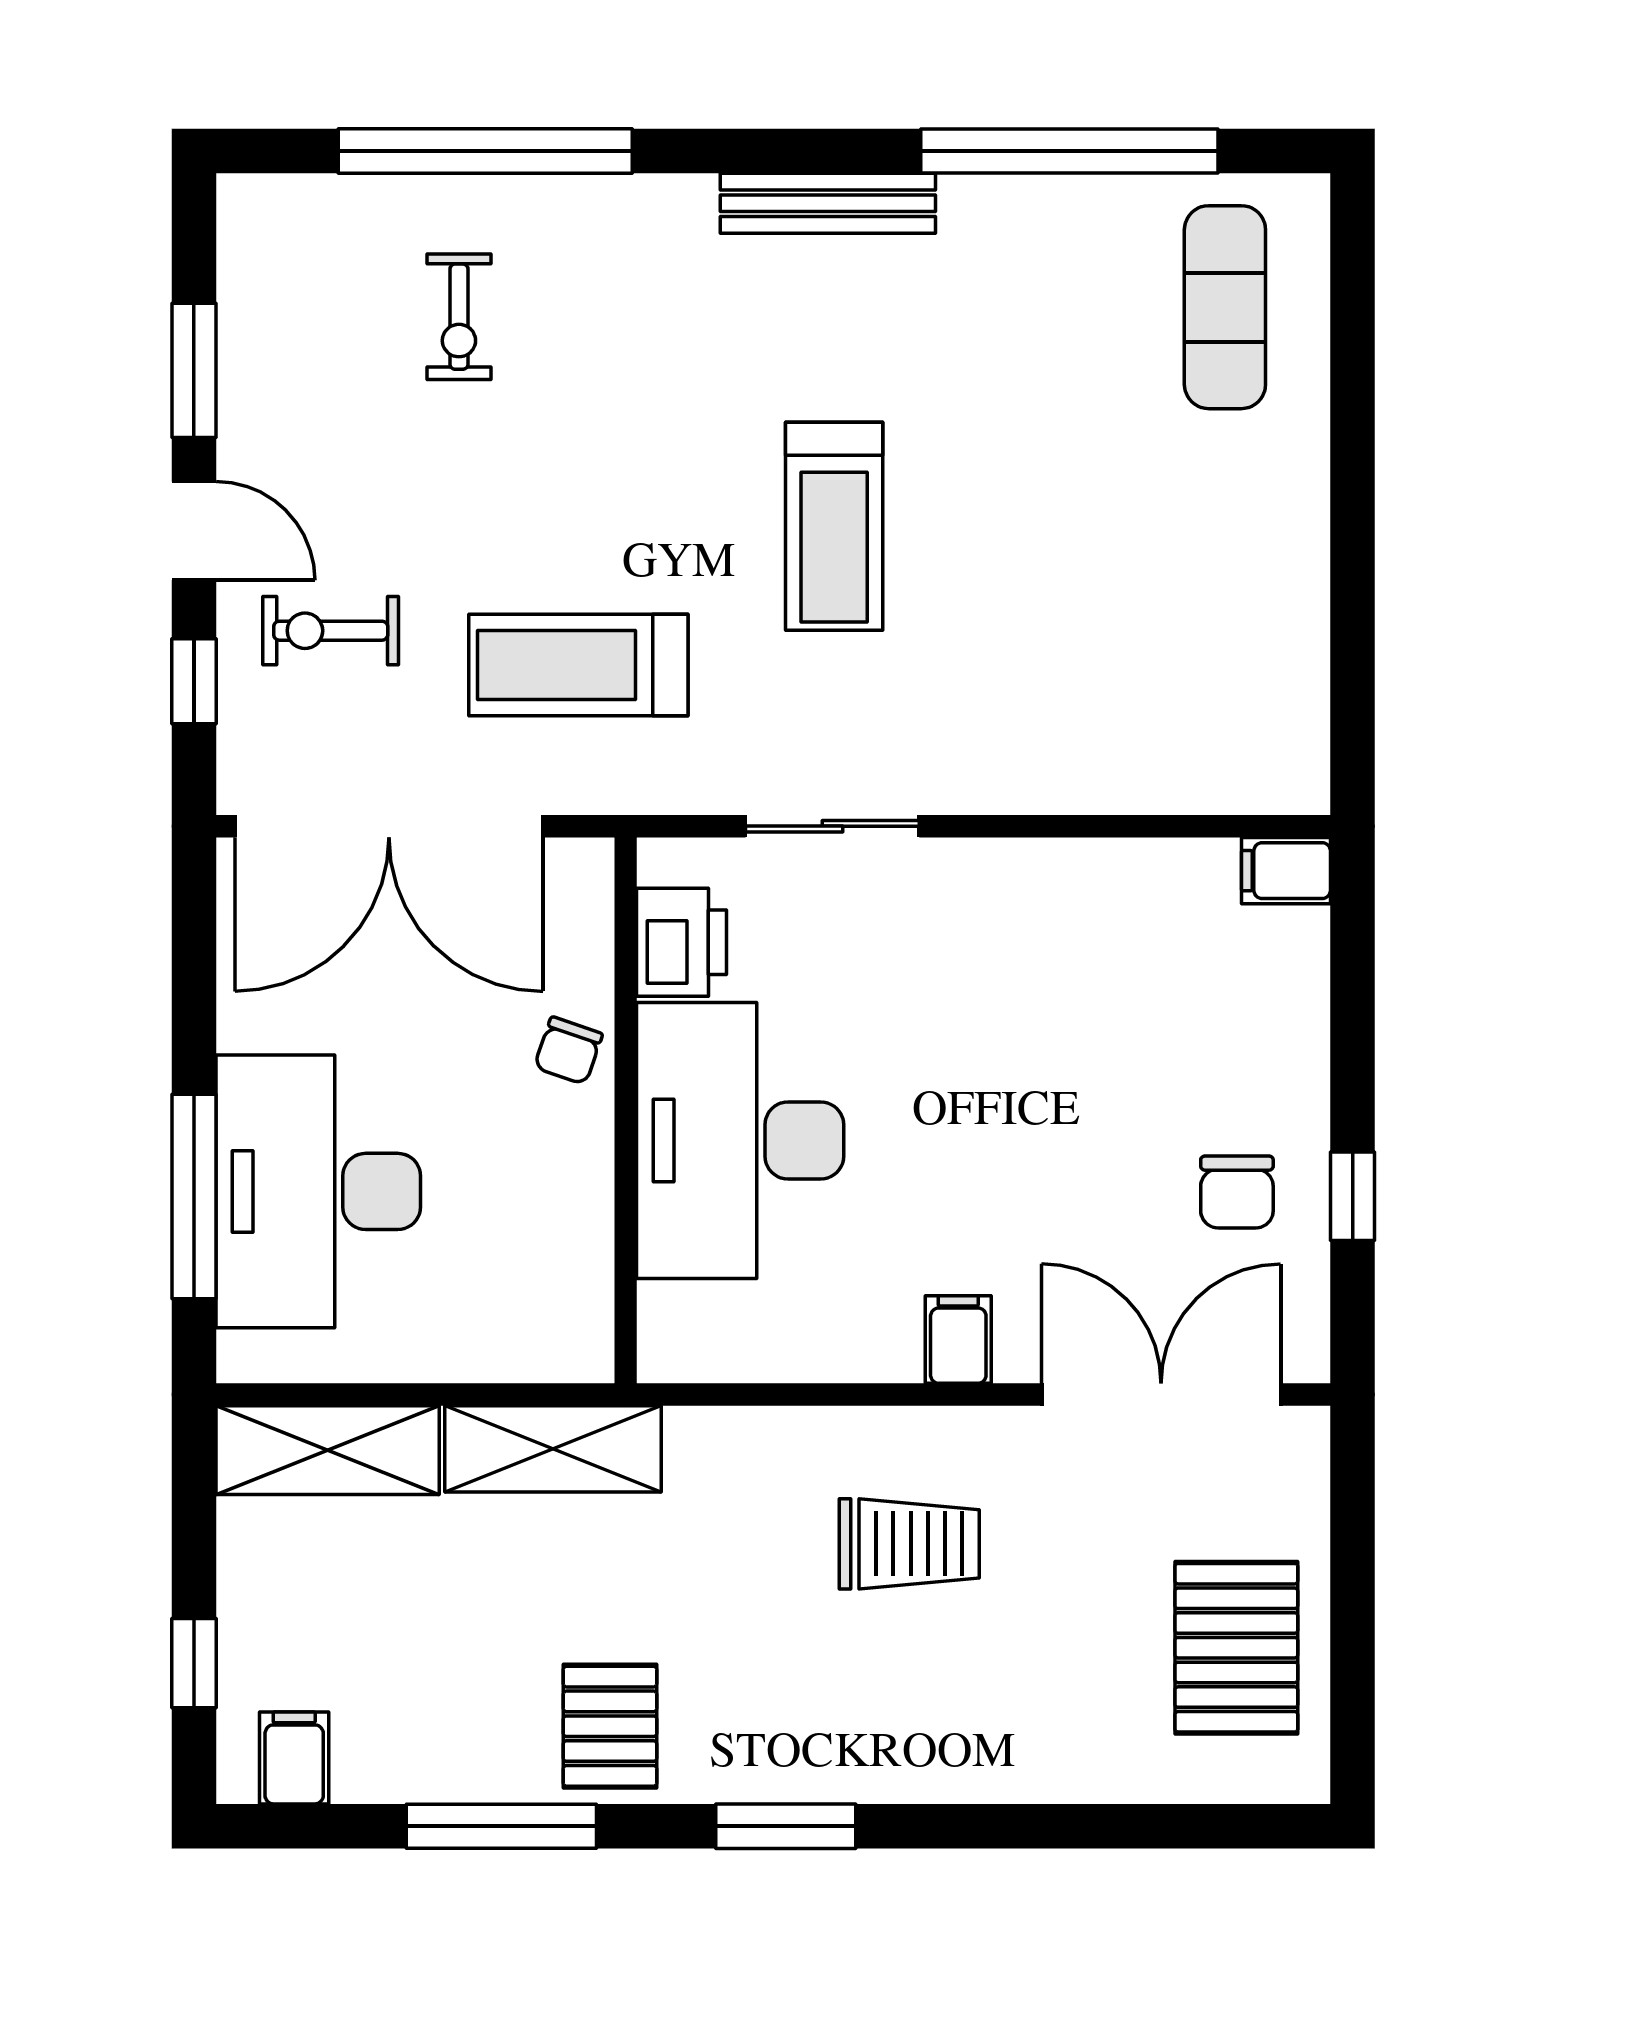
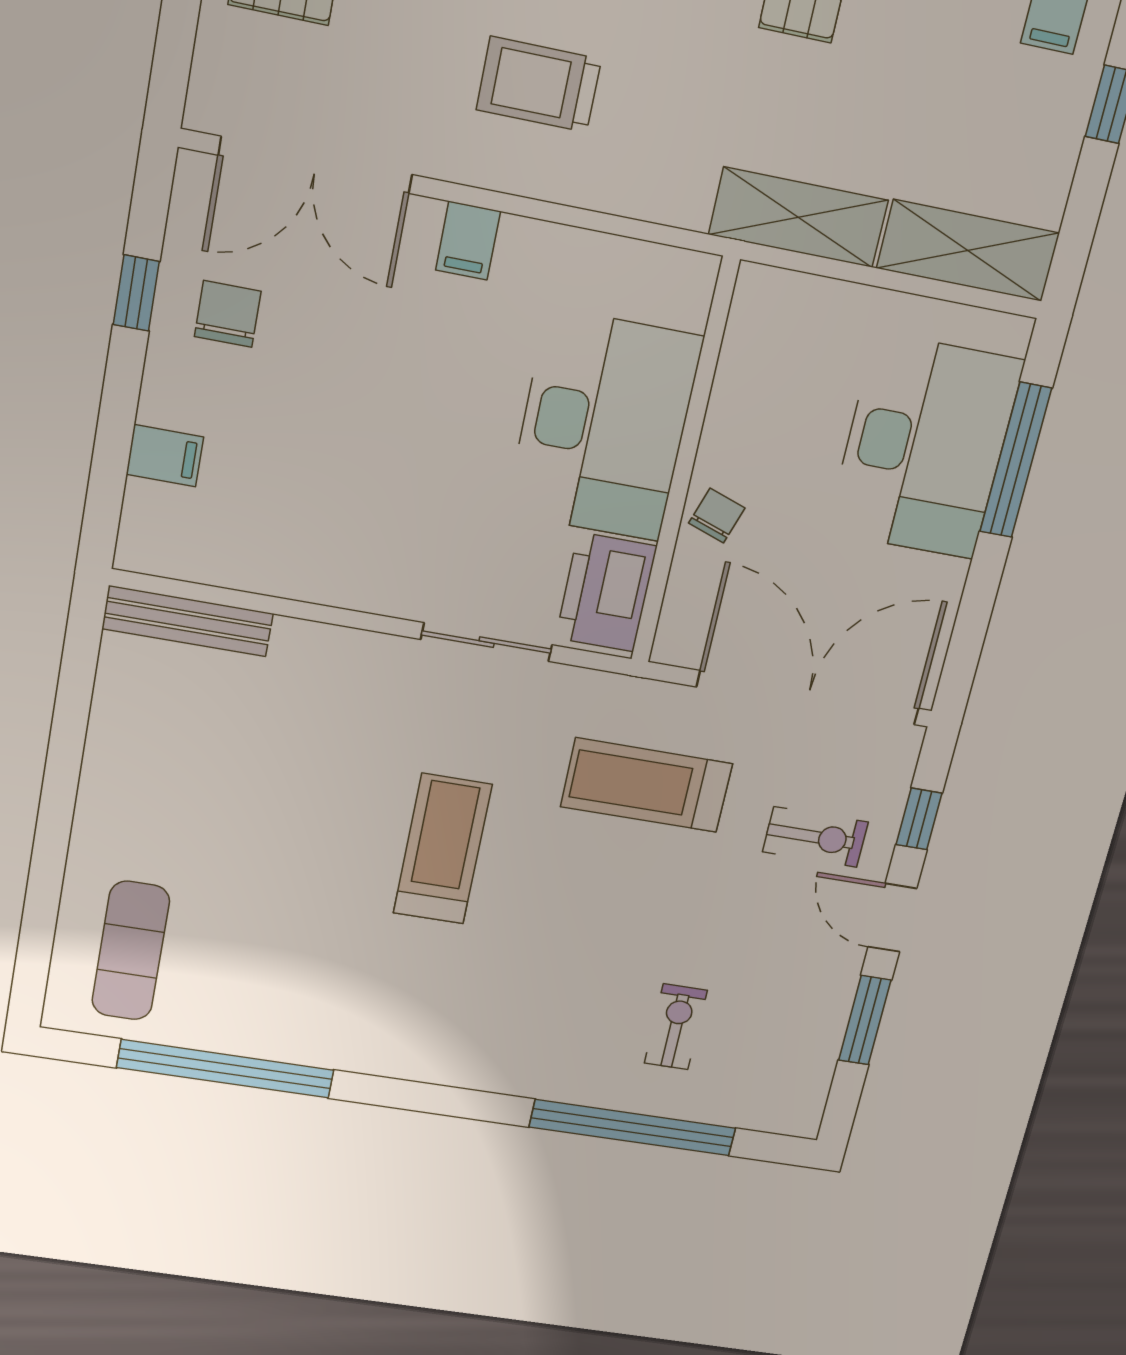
bench: (828, 203) -> (188, 621), moved
treadmill: (578, 665) -> (646, 785), turned 180
filing cabinet: (1286, 871) -> (165, 456), moved
printer: (682, 942) -> (606, 592), width x1.37, depth x1.19

